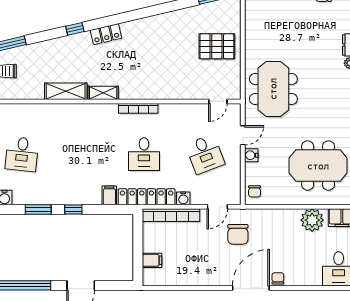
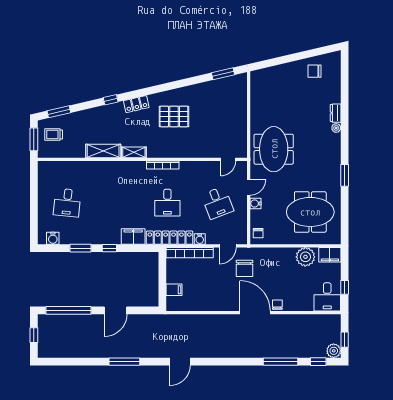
pallet: (217, 46) -> (174, 116), moved
filing cabinet: (109, 195) -> (133, 237), width x2.00
door: (251, 288) -> (255, 313), hinge flipped

